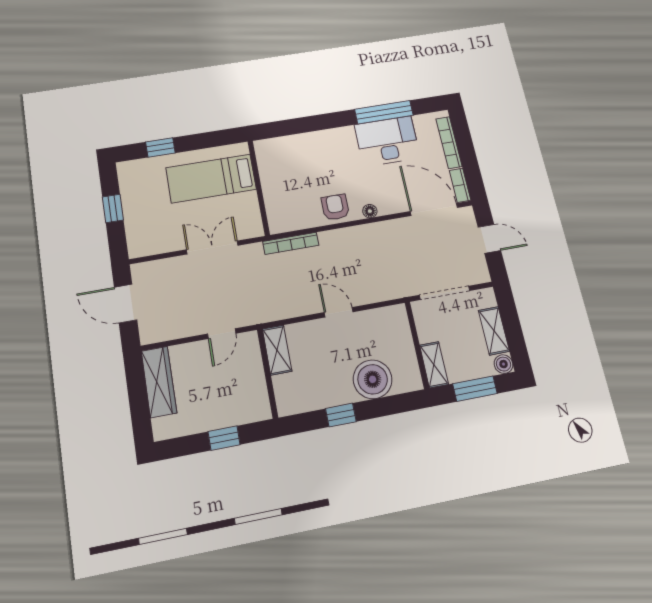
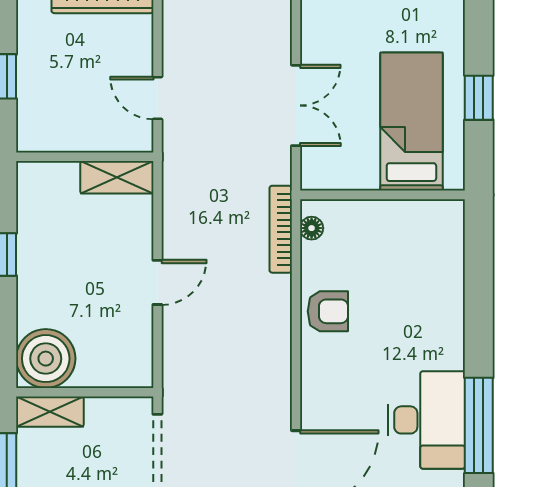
window: (160, 147) -> (479, 98), moved
floor lamp: (370, 211) -> (312, 228), moved
boiler: (373, 379) -> (46, 359), moved

